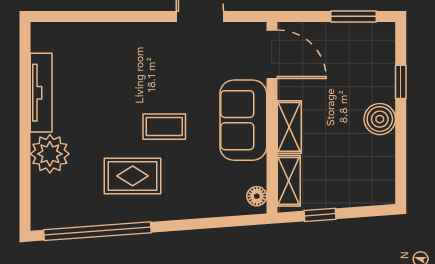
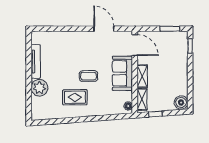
window: (401, 82) -> (190, 46), moved
boiler: (380, 119) -> (181, 102), moved
window: (97, 231) -> (60, 121), removed

